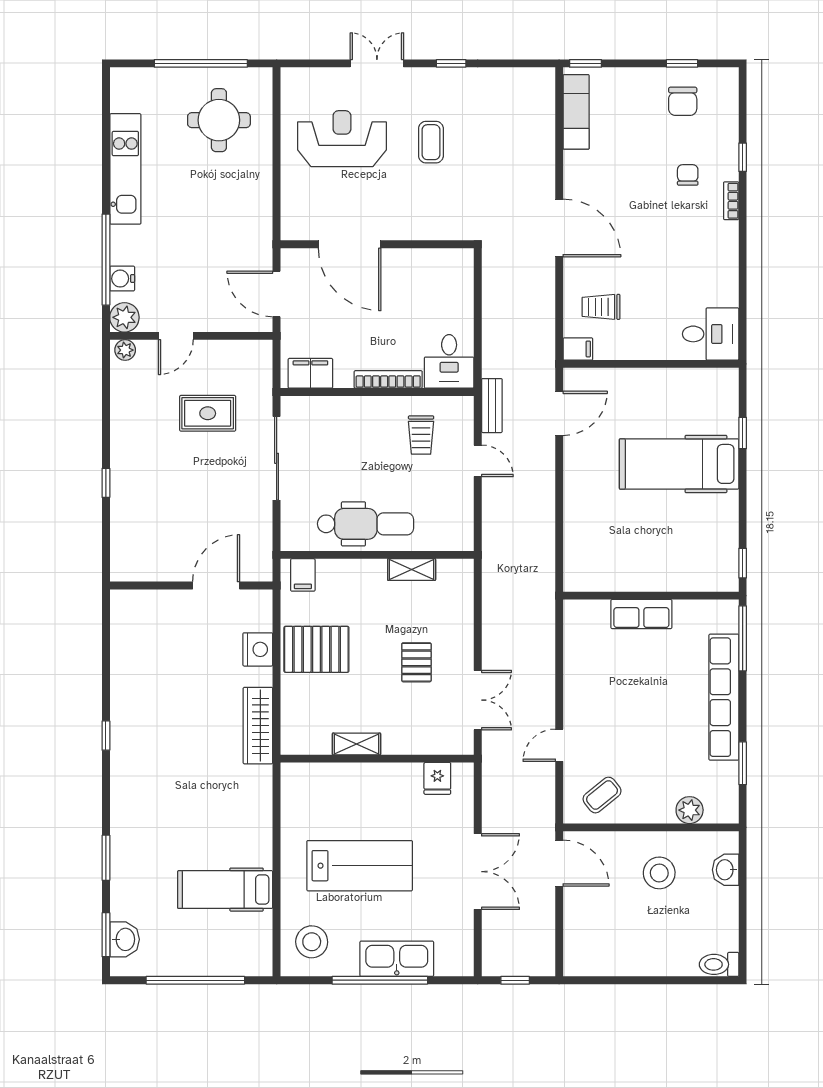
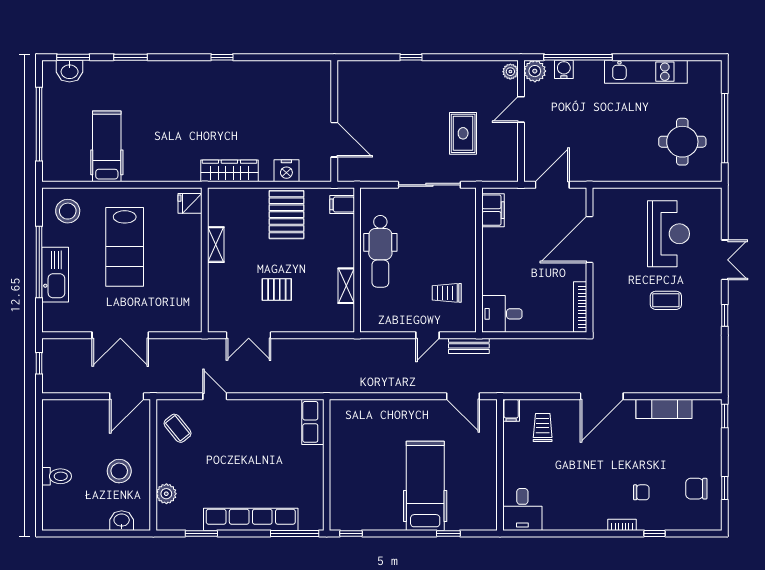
exam couch: (576, 112) -> (664, 409), moved
door: (176, 336) -> (521, 109), hinge flipped
bookcase: (388, 379) -> (580, 307), moved, turned 180
row of seats: (641, 614) -> (313, 422), moved
fridge: (437, 778) -> (190, 203), moved
toilet: (719, 964) -> (57, 476), moved, turned 90

